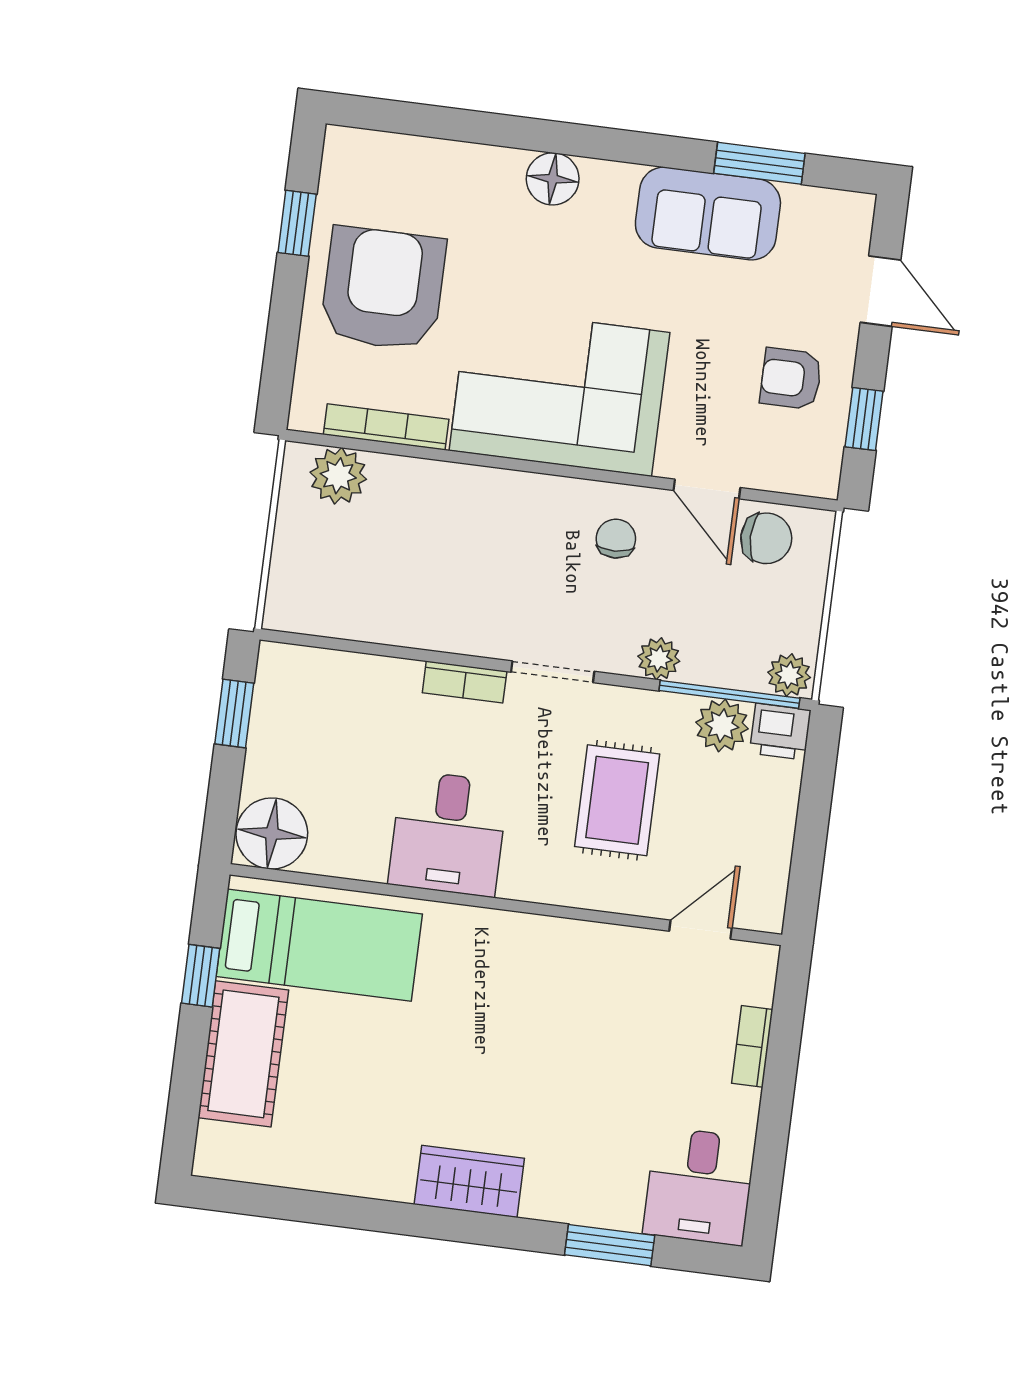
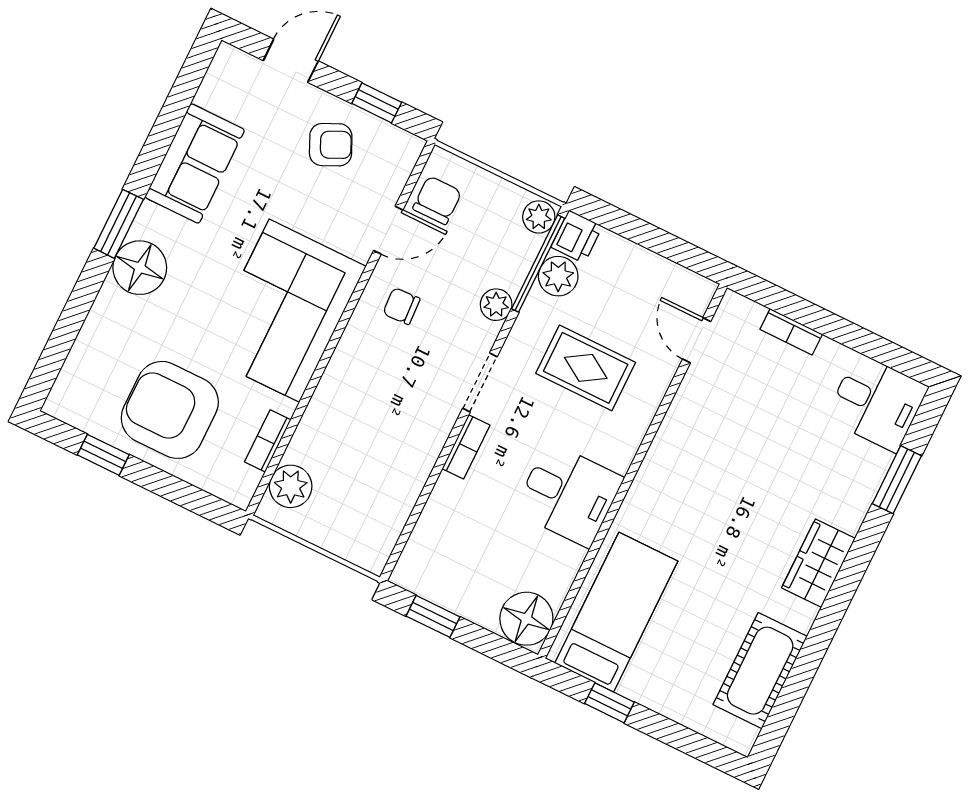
window: (759, 163) -> (119, 224), moved
floor lamp: (553, 179) -> (140, 268), width x1.38, depth x1.38
armchair: (791, 379) -> (331, 145), turned -115
bookcase: (386, 427) -> (268, 441), width x0.64
cot: (243, 1054) -> (760, 671), moved, turned 90

